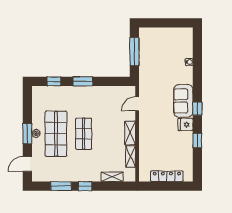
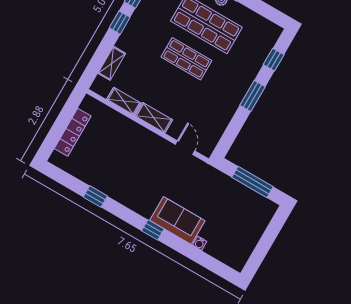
sofa: (183, 101) -> (177, 220), moved
window: (197, 109) -> (153, 230), moved
fridge: (185, 125) -> (124, 193), removed

